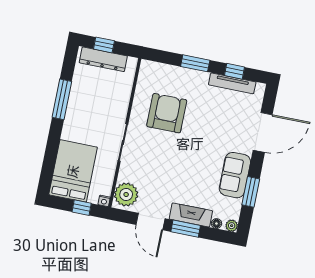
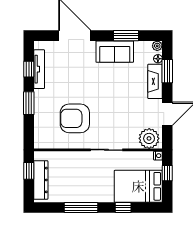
window: (104, 45) -> (29, 171), moved
window: (52, 148) -> (123, 208), added
window: (186, 229) -> (167, 71), moved

